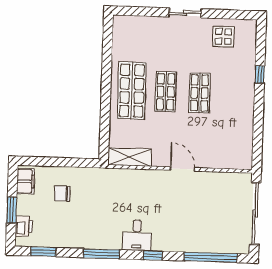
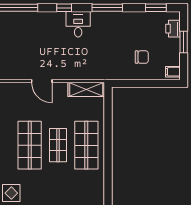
shop shelf: (199, 93) -> (30, 145), width x1.43, depth x1.36
filing cabinet: (26, 181) -> (173, 72), width x0.50

